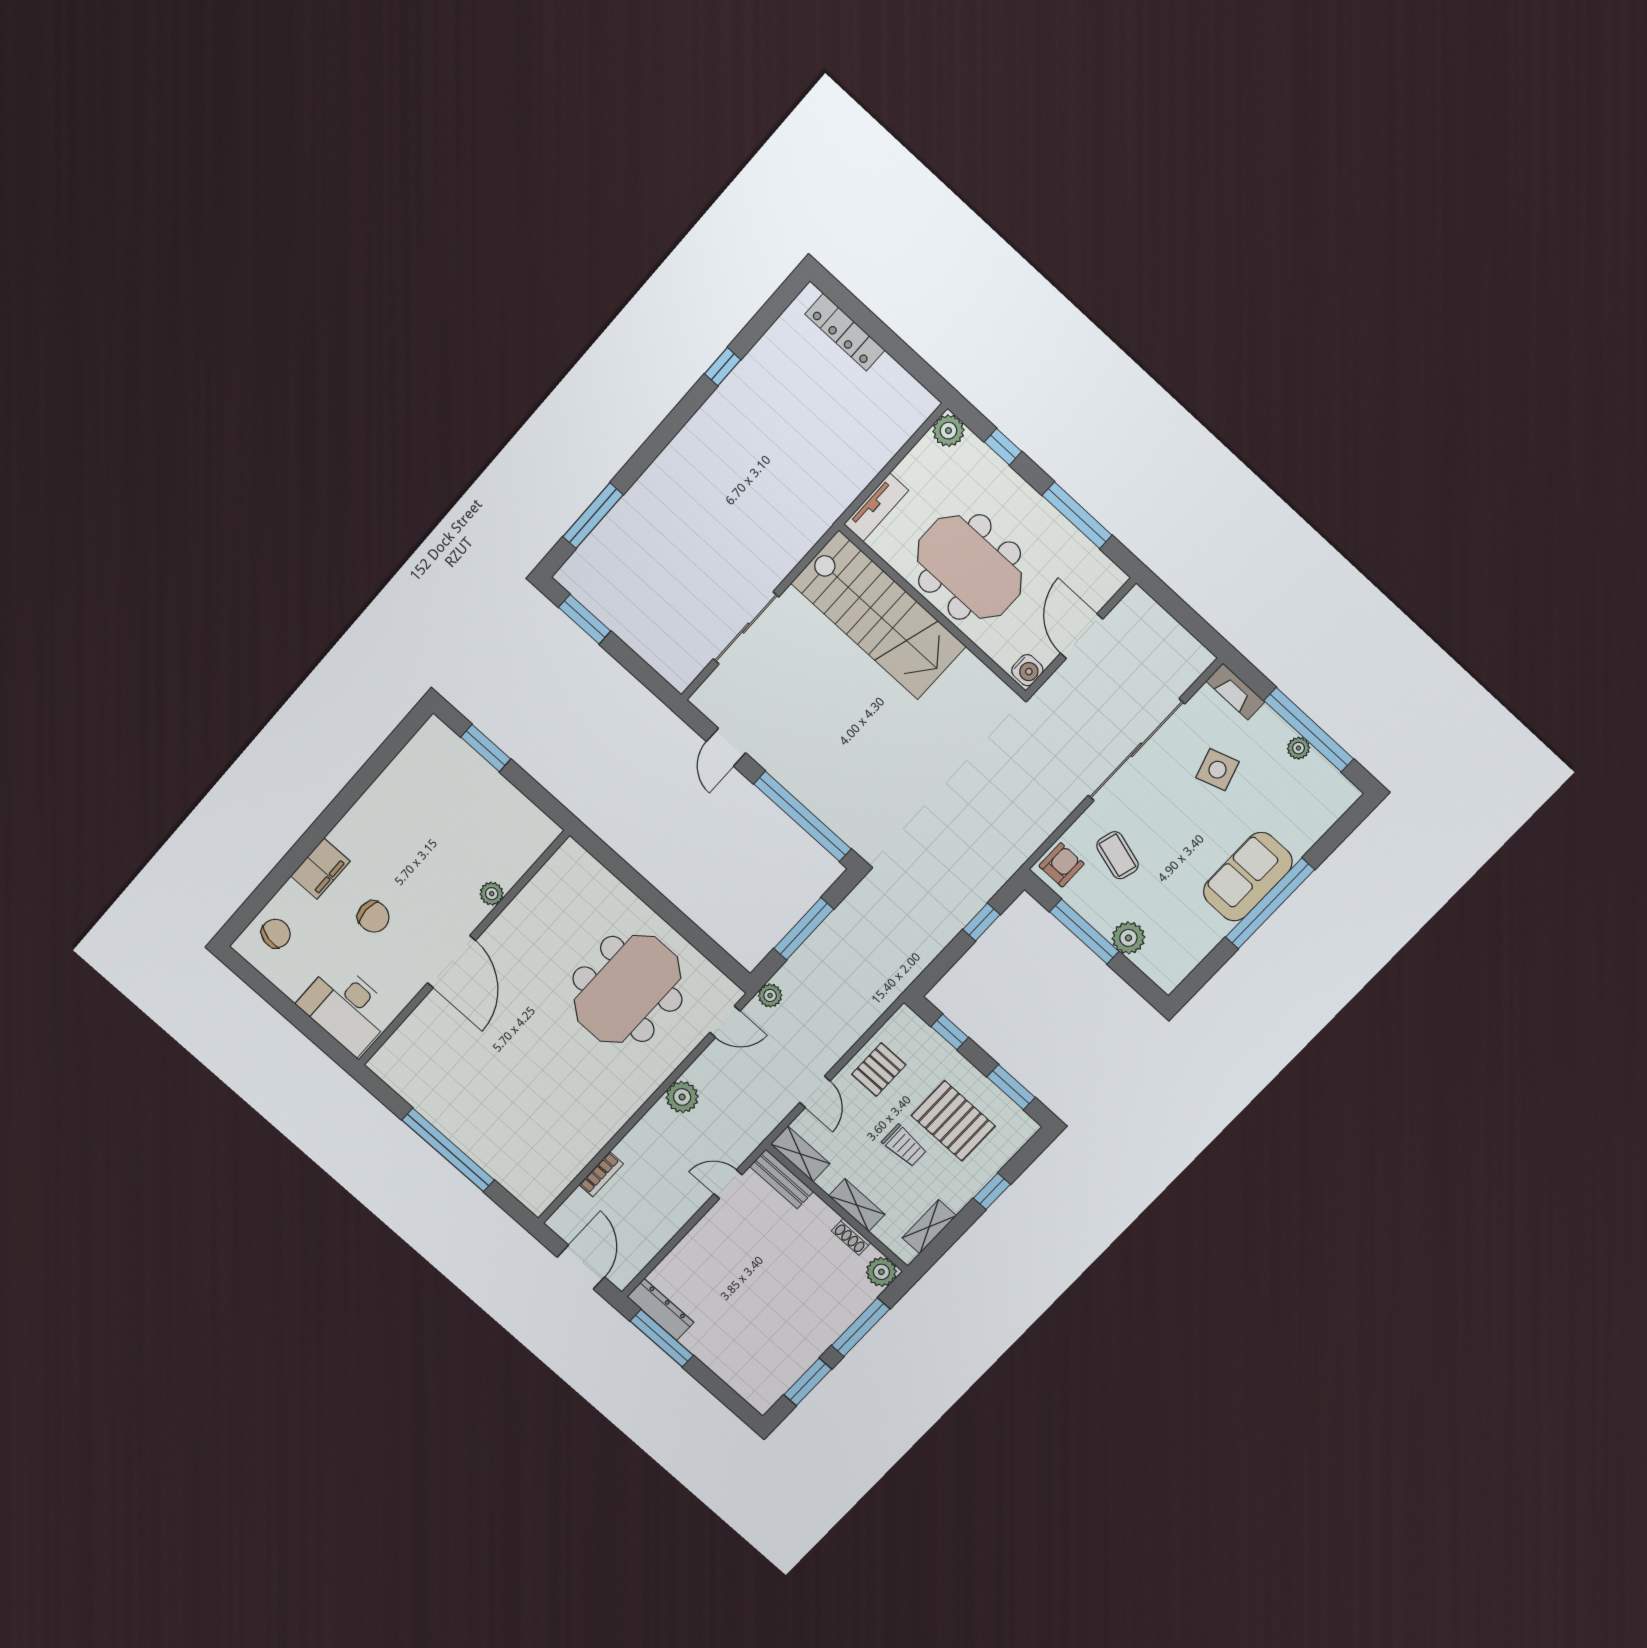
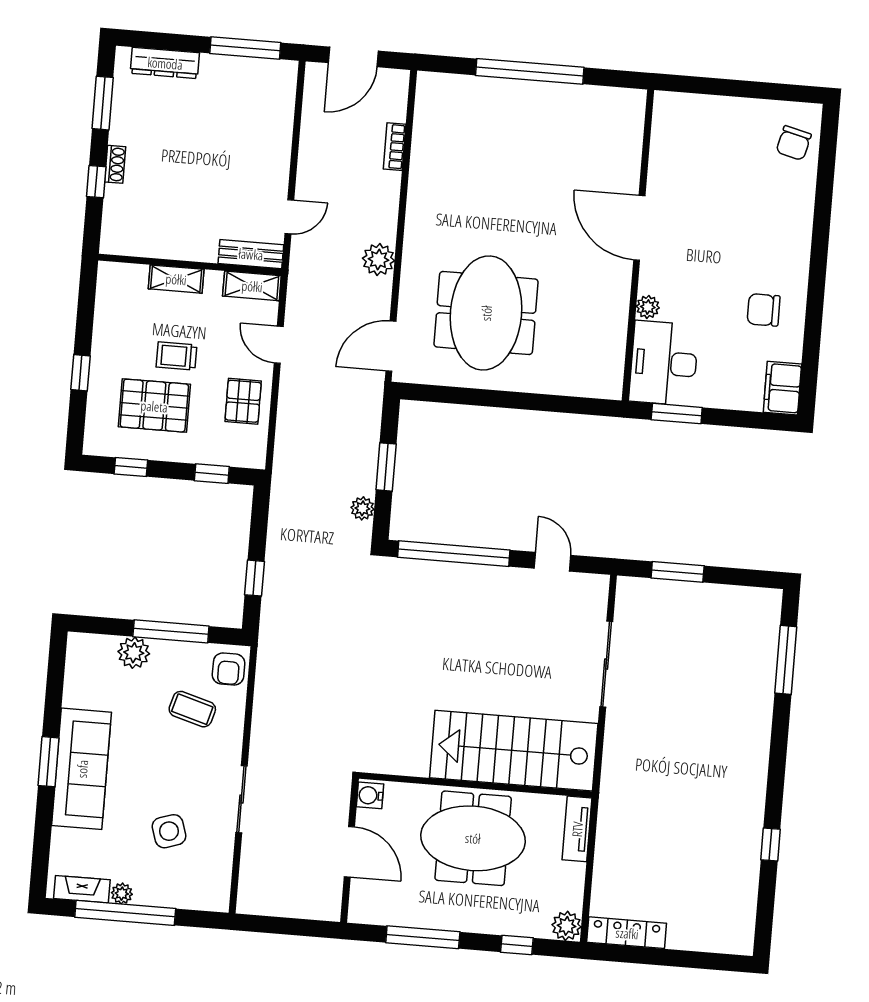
locker: (845, 332) -> (627, 933), moved
window: (585, 619) -> (678, 572), moved
fireplace: (1235, 691) -> (82, 889), moved
window: (486, 748) -> (677, 414), moved
sliding door: (1136, 750) -> (241, 799), width x0.54
filing cabinet: (320, 869) -> (782, 388), moved
sofa: (1248, 877) -> (82, 769), width x1.36
window: (1270, 903) -> (49, 762), width x0.47
chair: (373, 917) -> (764, 310), moved
window: (804, 929) -> (386, 467), width x0.69
plant: (770, 995) -> (362, 508), moved
desk: (346, 1008) -> (664, 363), moved, turned -90
door: (725, 1022) -> (391, 346), width x1.38
window: (1011, 1087) -> (131, 467), width x0.67
shelving: (929, 1227) -> (107, 306), removed
shoe rack: (851, 1237) -> (115, 164), moved, turned 90
door: (581, 1267) -> (353, 57), hinge flipped
plant: (881, 1272) -> (115, 240), removed
dresser: (660, 1310) -> (165, 63), moved
window: (861, 1327) -> (96, 182), width x0.46

